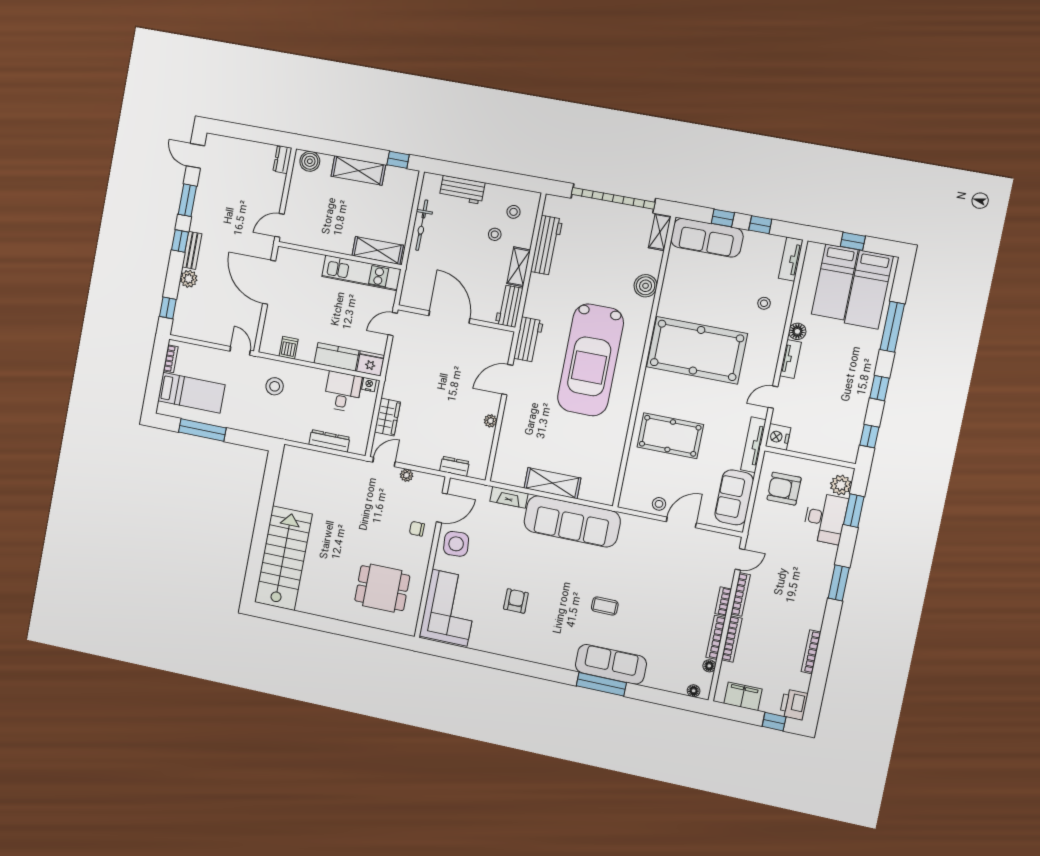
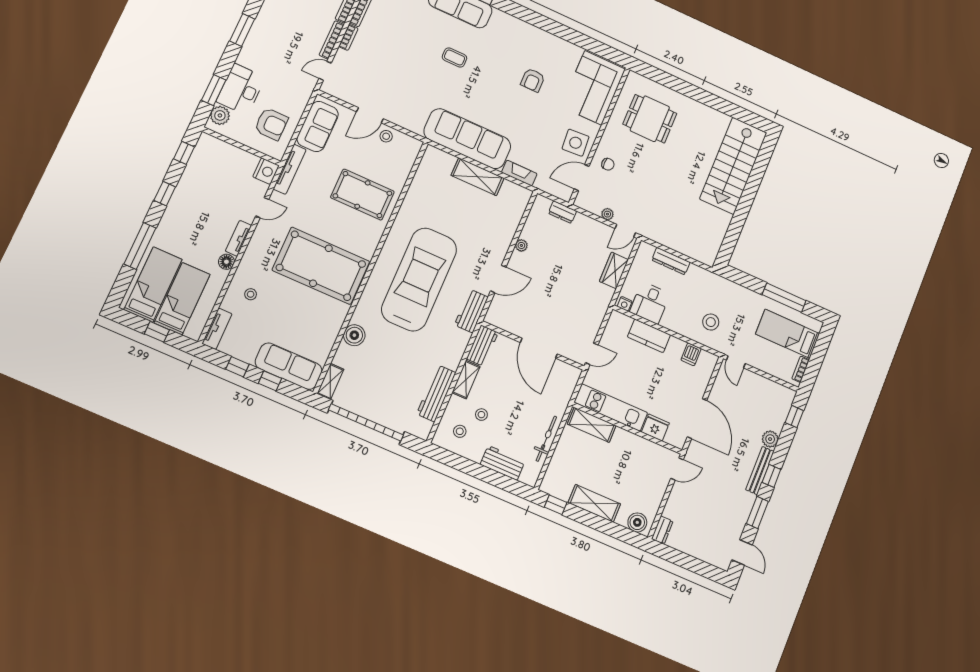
bench: (192, 250) -> (760, 471), width x1.36
fridge: (370, 363) -> (655, 428), moved, turned 180

